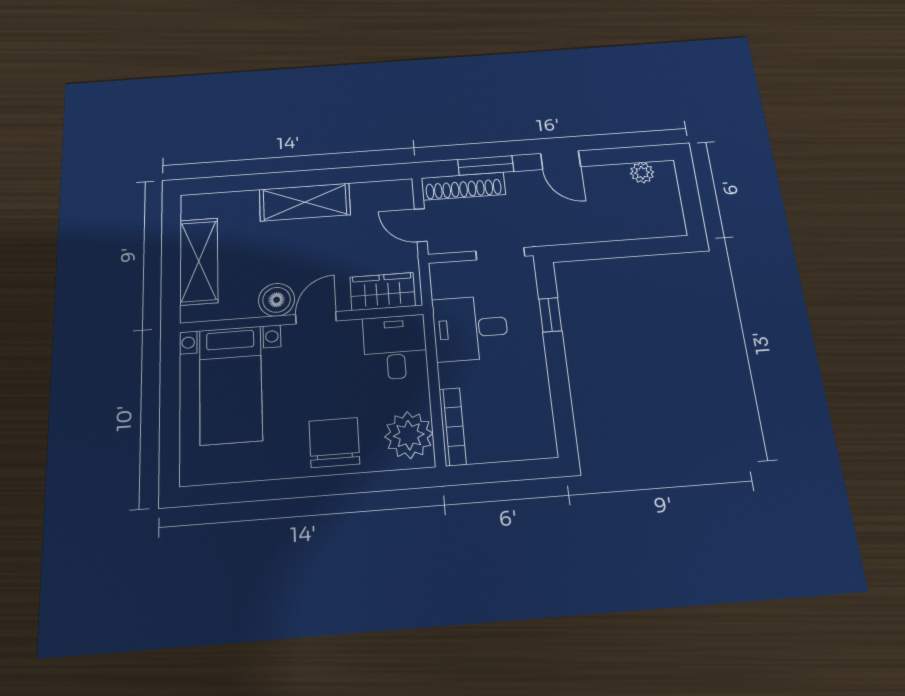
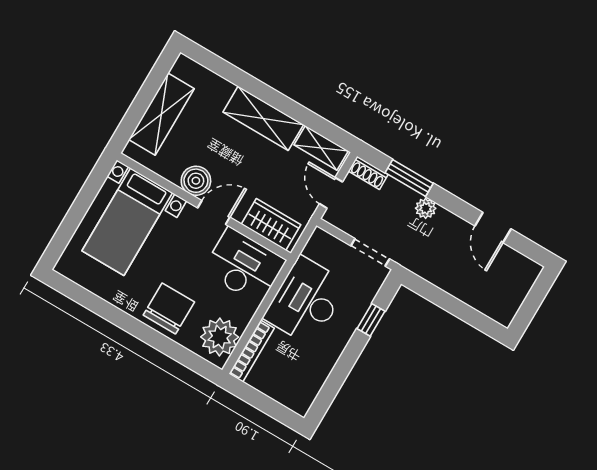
door: (561, 160) -> (493, 227), moved
plant: (642, 173) -> (426, 208), moved
shoe rack: (463, 186) -> (368, 173), width x0.51, depth x0.81
shelving: (381, 192) -> (321, 148), added
desk: (470, 328) -> (306, 301), width x1.37
desk: (395, 347) -> (244, 266), width x1.37

